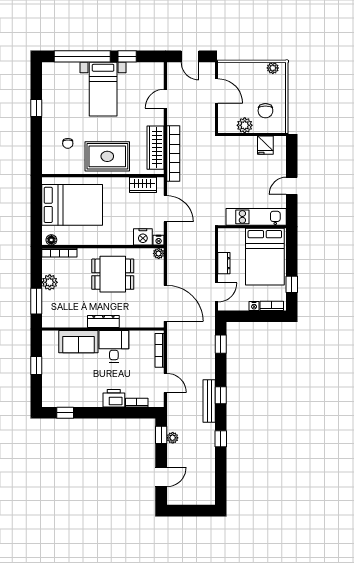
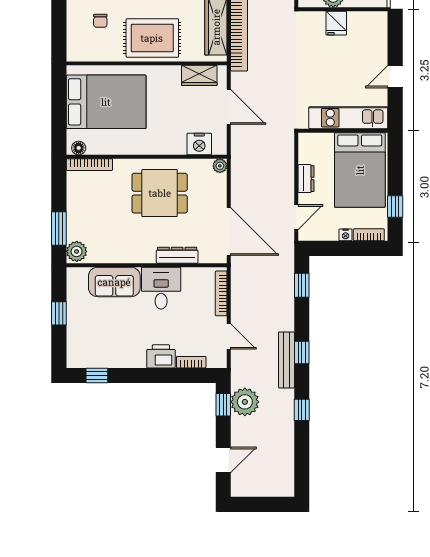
fridge: (265, 145) -> (336, 23), moved
nightstand: (159, 240) -> (220, 148), removed
plant: (50, 282) -> (77, 251), moved
dresser: (103, 321) -> (177, 255), moved
plant: (173, 438) -> (245, 402), width x1.88, depth x1.88

